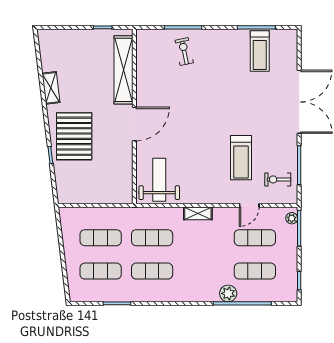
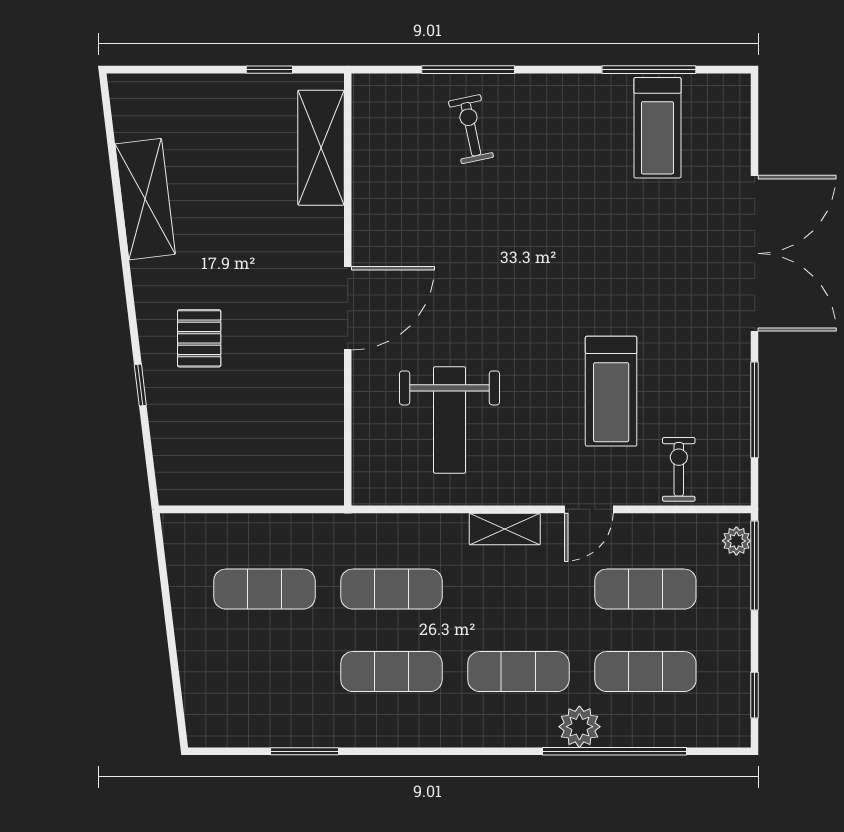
shelving: (124, 70) -> (321, 148), width x0.68
shelving: (51, 88) -> (145, 199), width x1.50, depth x1.33
pallet: (74, 136) -> (199, 338), width x0.49, depth x0.50
exercise bike: (278, 179) -> (679, 469), moved, turned 90
weight bench: (159, 180) -> (450, 420), moved, turned 180
door: (249, 205) -> (589, 509), moved
exercise mat: (101, 271) -> (518, 672), moved

